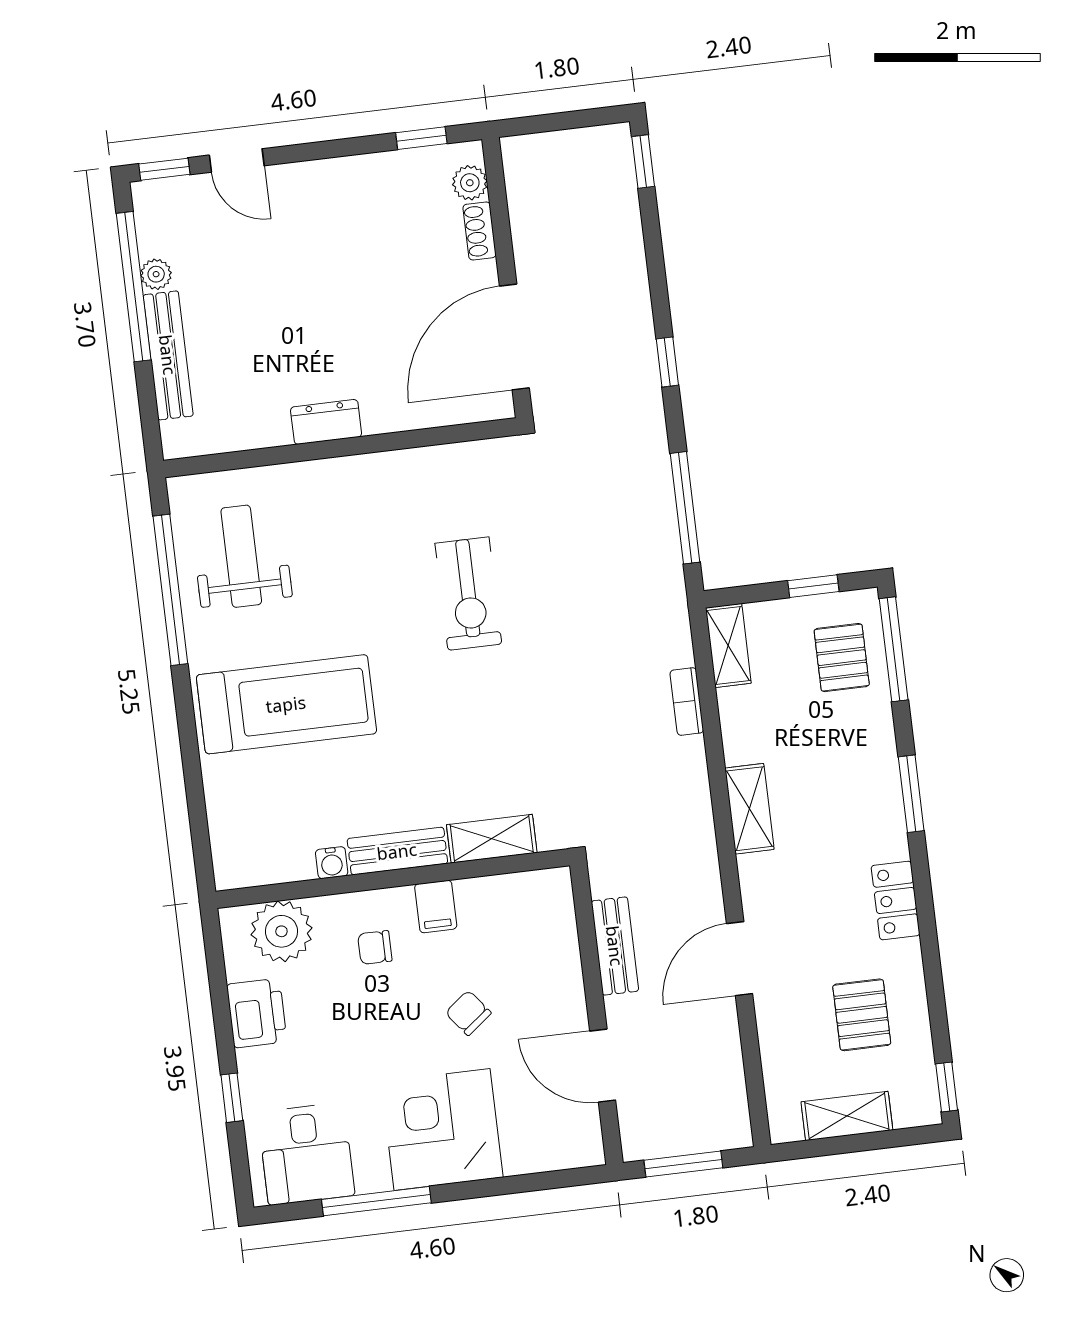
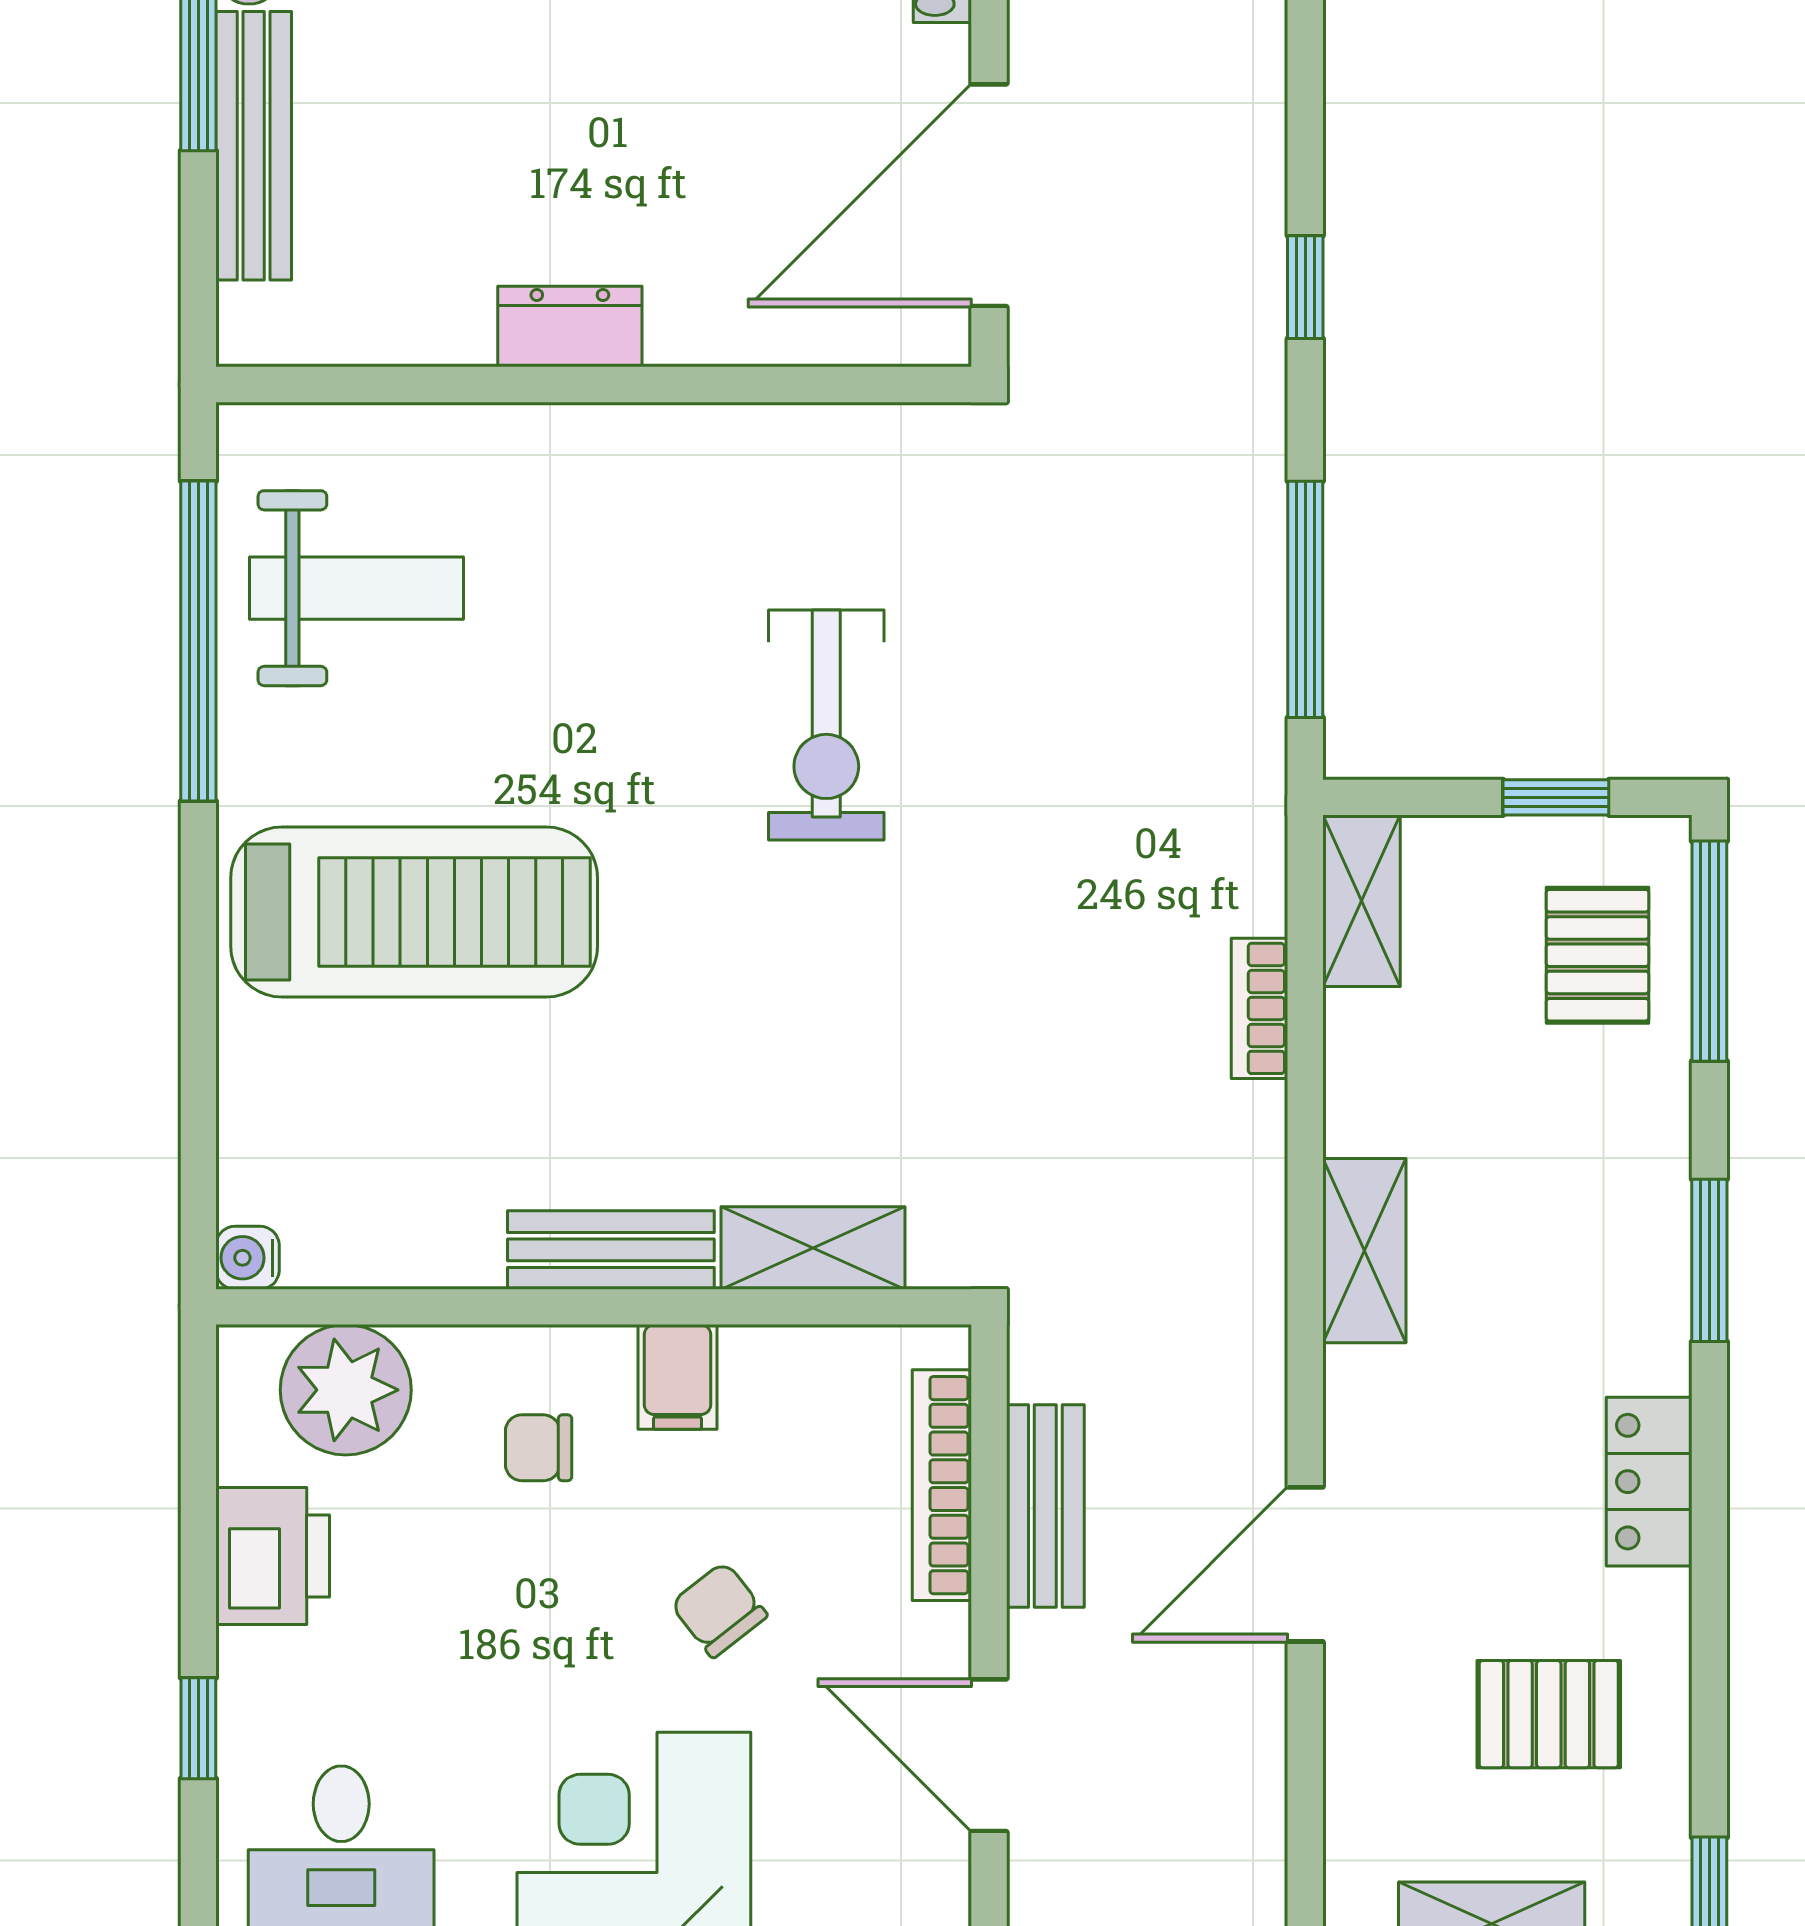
weight bench: (241, 556) -> (357, 588), turned 90
water cooler: (332, 863) -> (248, 1258), moved, turned 90
bookcase: (565, 942) -> (942, 1485), added
pallet: (862, 1015) -> (1549, 1714), turned 90

